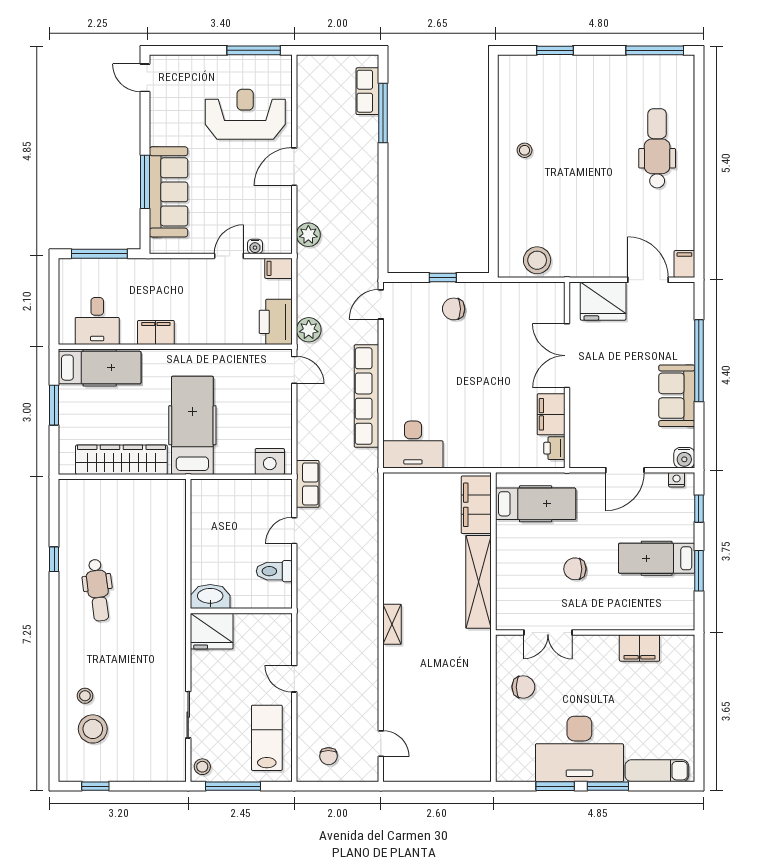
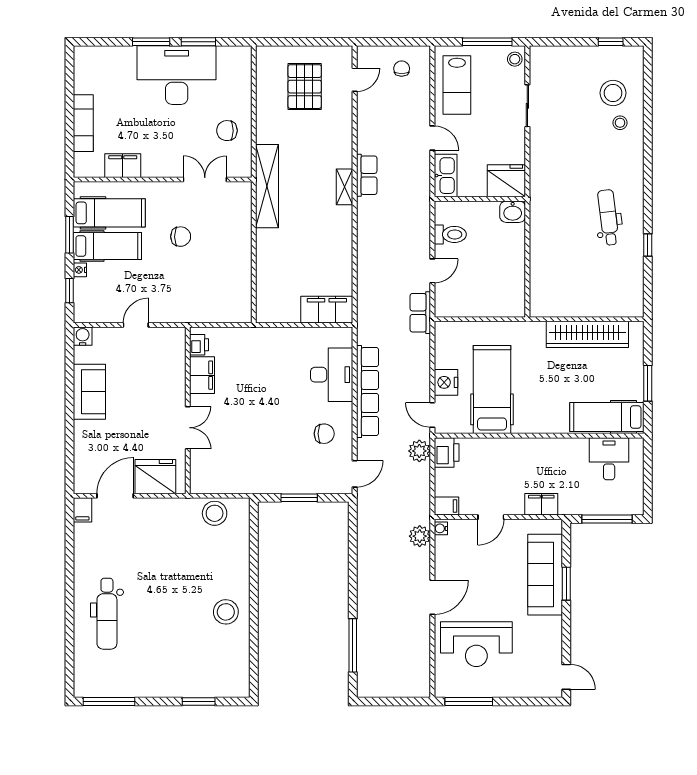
row of seats: (367, 91) -> (367, 175), moved
stool: (525, 150) -> (226, 612), width x1.89, depth x1.89
window: (145, 182) -> (566, 584), width x0.69
water cooler: (255, 246) -> (441, 528), moved, turned -90
window: (443, 278) -> (299, 498), width x1.50
door: (648, 280) -> (115, 496), swing flipped
chair: (454, 309) -> (324, 434), moved
printer: (276, 322) -> (447, 452), width x0.73, depth x0.84
filing cabinet: (156, 333) -> (541, 504), moved, turned 180
double door: (567, 356) -> (188, 428), width x0.73
window: (699, 361) -> (69, 423), removed
hospital bed: (192, 425) -> (492, 390), moved, turned 180
desk: (413, 444) -> (332, 375), moved, turned 90
nightstand: (270, 461) -> (446, 382), moved, turned -90
door: (625, 470) -> (136, 325), width x0.73
nightstand: (677, 480) -> (80, 270), moved, turned 90
hospital bed: (536, 504) -> (109, 213), moved, turned 180
filing cabinet: (476, 505) -> (327, 310), moved, turned -90
shelving: (479, 582) -> (267, 186), moved
washbasin: (210, 597) -> (513, 212), width x0.72
kitchen sink: (280, 637) -> (446, 176), added
pallet: (437, 736) -> (305, 87), added
door: (381, 744) -> (355, 80), swing flipped
exam couch: (657, 771) -> (83, 123), moved, turned -90

